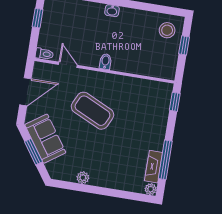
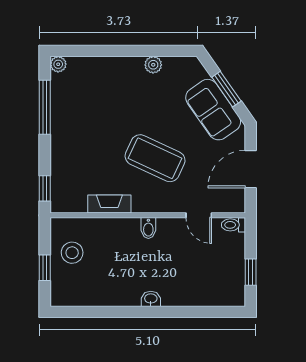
stool: (167, 30) -> (72, 253), moved
fireplace: (154, 167) -> (109, 204), moved, turned -90

